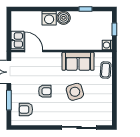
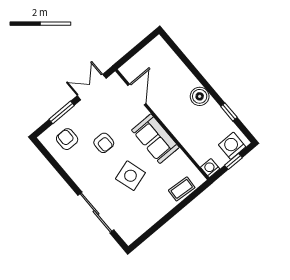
washing machine: (49, 18) -> (232, 146), moved, turned 90
kitchen sink: (17, 40) -> (134, 67), removed
sofa: (78, 61) -> (155, 139), moved

